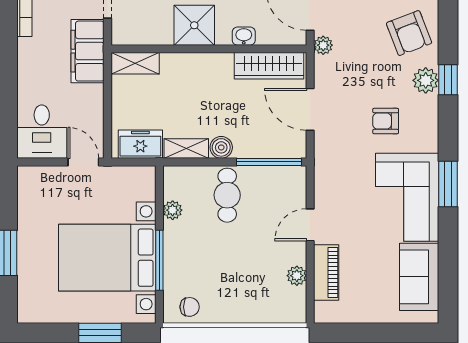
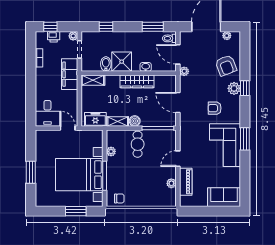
bidet: (162, 30) -> (106, 64), added
wardrobe: (269, 66) -> (137, 81), moved
sofa: (419, 277) -> (224, 197), moved, turned 90

